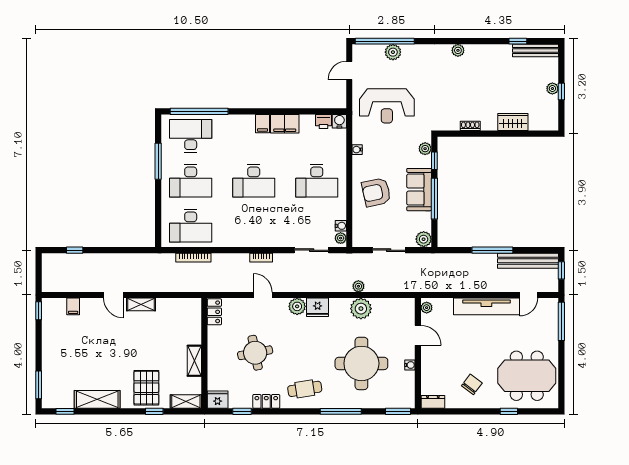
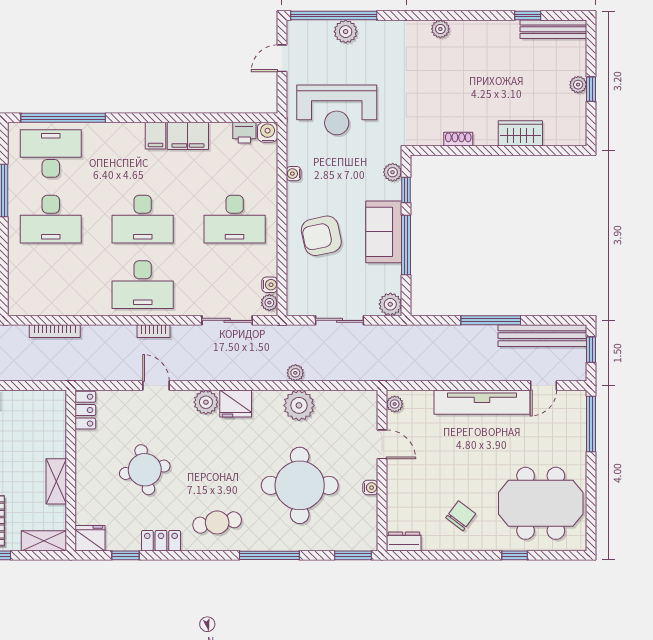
desk: (191, 226) -> (143, 285), moved

